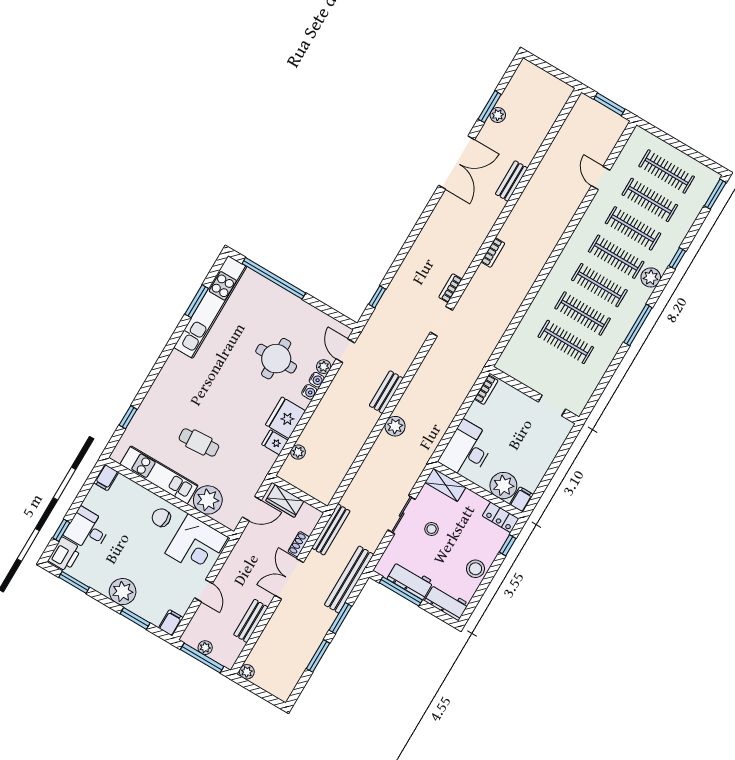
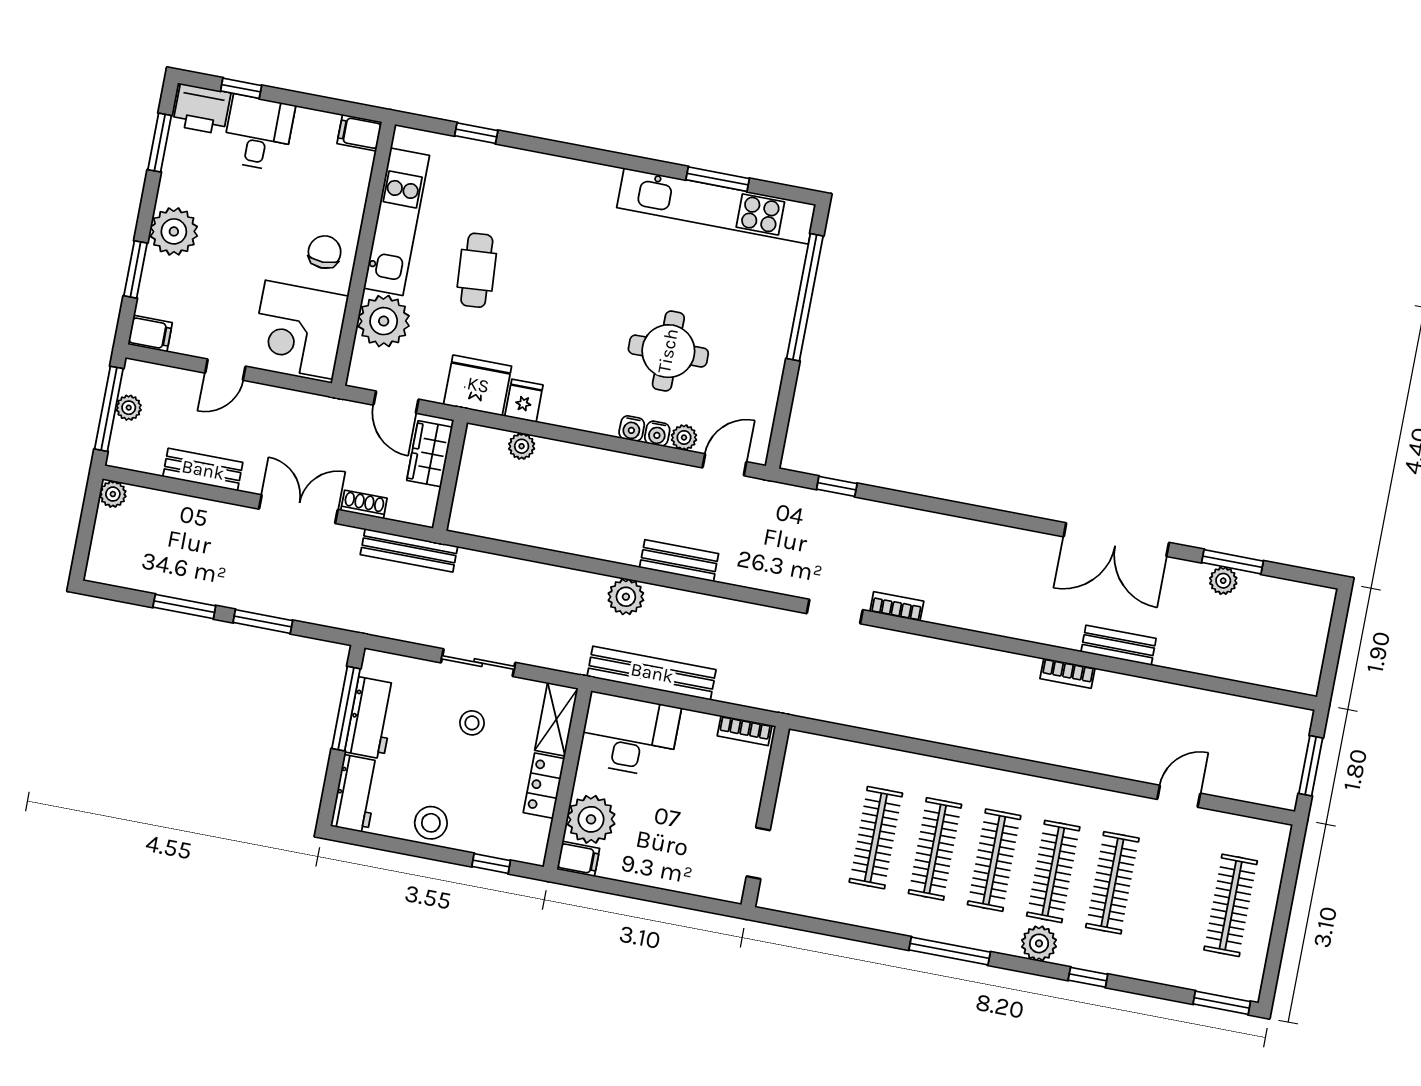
clothes rail: (650, 200) -> (1172, 894), removed
bookcase: (493, 253) -> (1067, 673), moved
fridge: (285, 418) -> (478, 385), moved
locker: (501, 517) -> (544, 786), moved
bench: (349, 580) -> (652, 673), moved

